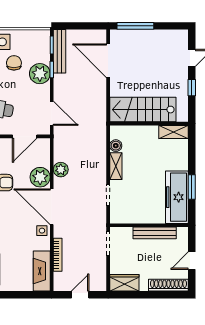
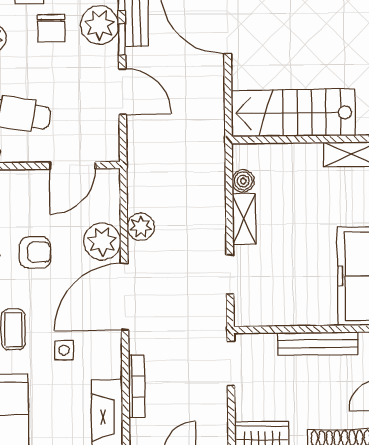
chair: (14, 63) -> (51, 28), turned 180
plant: (40, 74) -> (99, 25), moved
door: (52, 113) -> (122, 92), moved
door: (52, 207) -> (125, 297), hinge flipped
side table: (42, 231) -> (64, 350), moved

